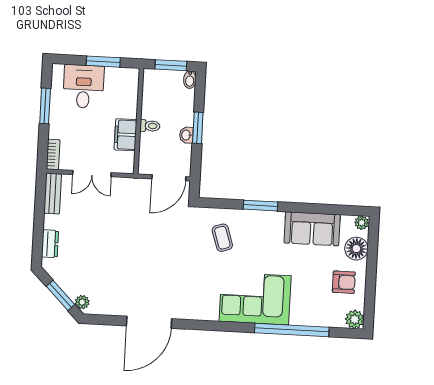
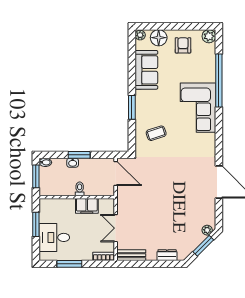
washbasin: (186, 135) -> (73, 163), moved
double door: (92, 174) -> (116, 228), swing flipped

